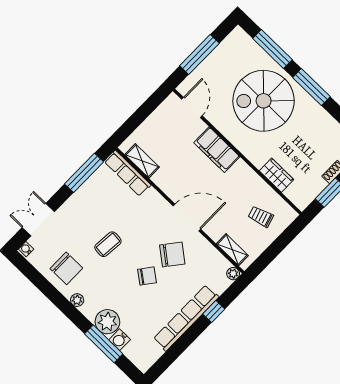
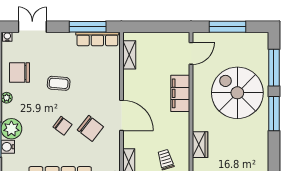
row of seats: (128, 173) -> (97, 39), moved, turned -90
chair: (66, 268) -> (19, 72), turned 90

